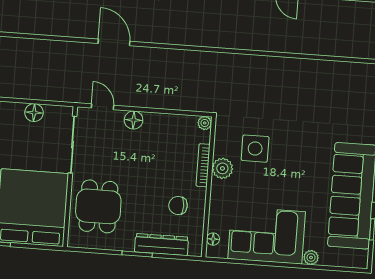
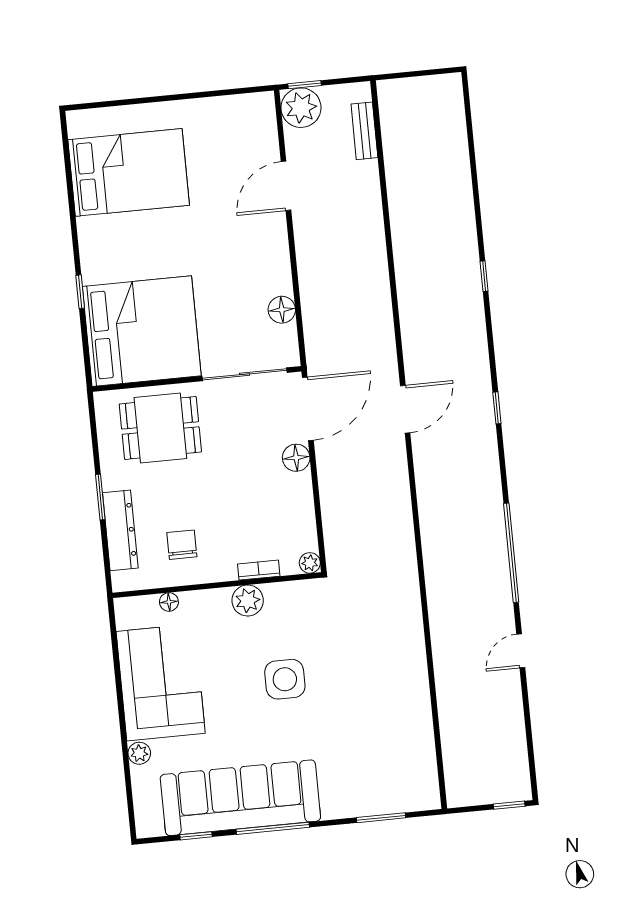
door: (103, 107) -> (308, 409), width x1.87
side table: (255, 149) -> (285, 679), moved
bookcase: (203, 165) -> (259, 570), width x0.64
floor lamp: (213, 239) -> (169, 602), moved

